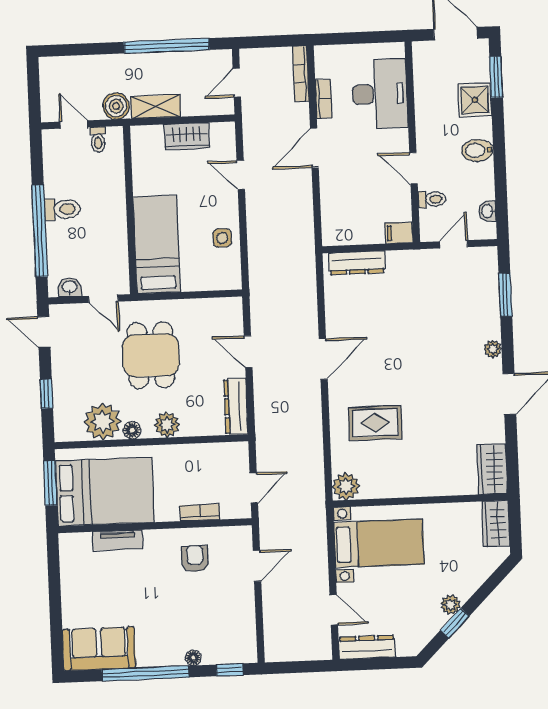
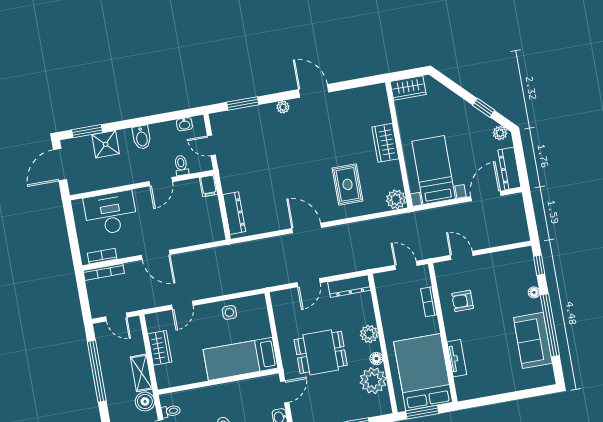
bookcase: (324, 99) -> (102, 256), moved
wardrobe: (492, 469) -> (385, 143), moved, turned 90
plant: (451, 605) -> (500, 133), moved
door: (334, 610) -> (486, 196), width x1.38
sofa: (99, 649) -> (533, 340), moved

